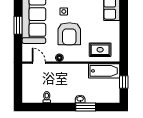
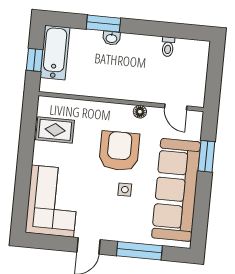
window: (18, 25) -> (206, 156), moved
rug: (100, 50) -> (55, 130), moved
bathtub: (104, 71) -> (55, 53), moved, turned 90

